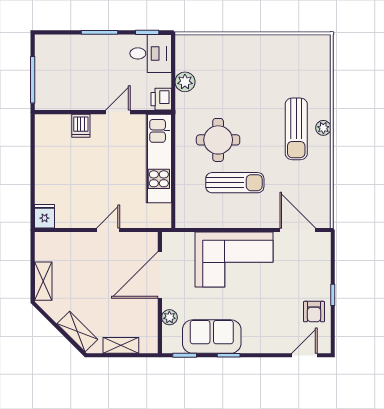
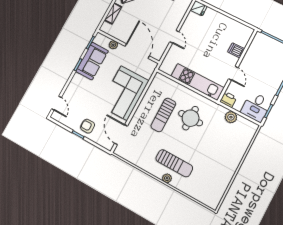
sun lounger: (296, 129) -> (174, 163), turned 180
door: (298, 230) -> (121, 135), swing flipped
armchair: (314, 312) -> (88, 126), moved

